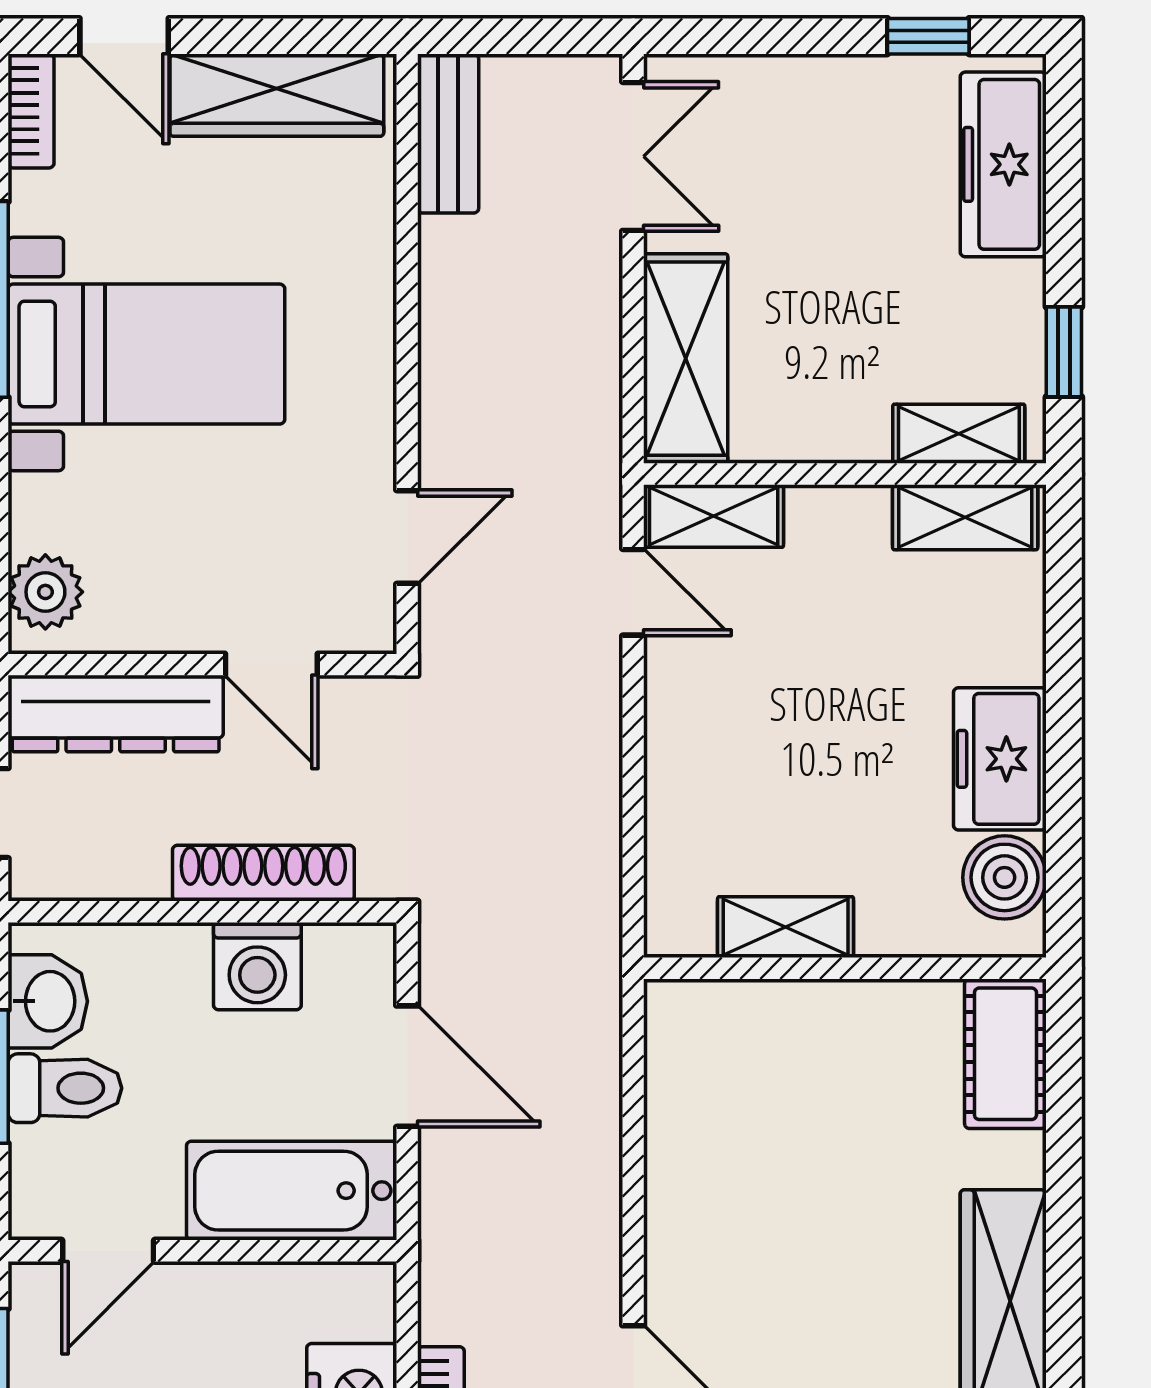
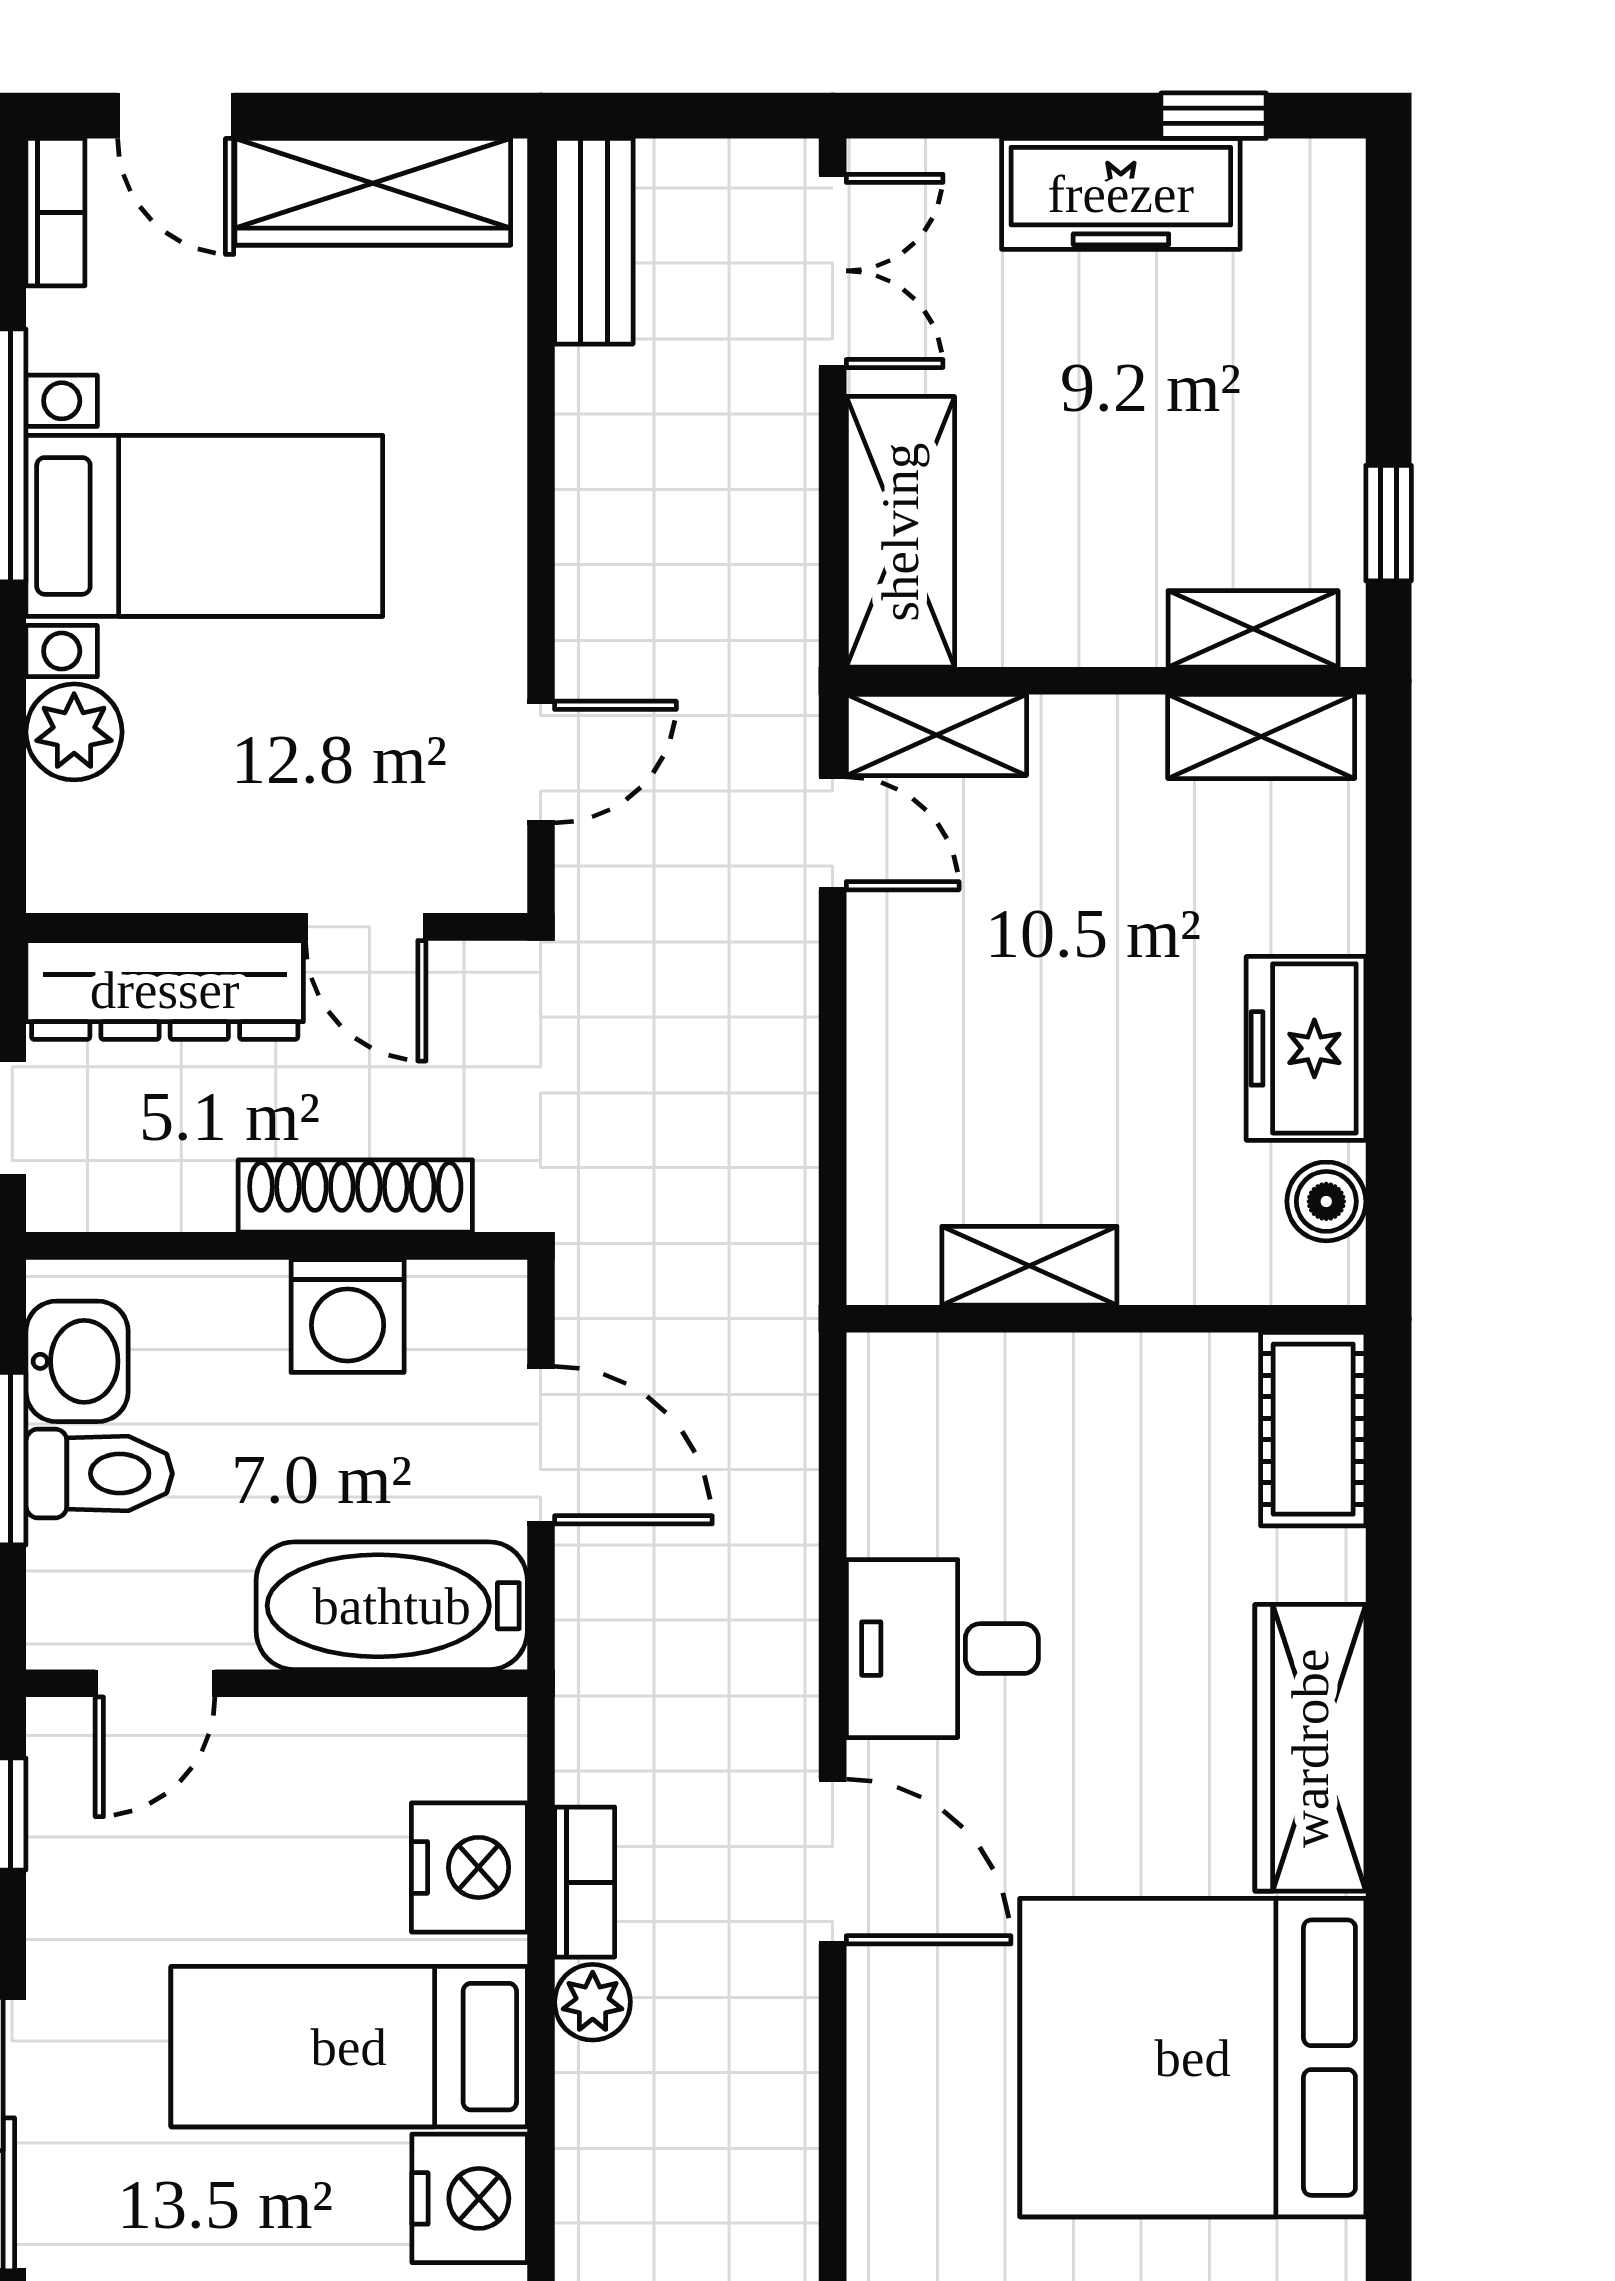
freezer: (1003, 164) -> (1121, 194), moved, turned -90
plant: (45, 592) -> (74, 732), moved
boiler: (1005, 877) -> (1326, 1201), width x0.73, depth x0.73
desk: (718, 1224) -> (942, 1649), added

